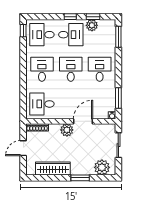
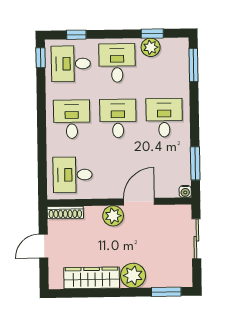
window: (70, 17) -> (76, 35), moved
desk: (71, 35) -> (117, 63), turned -90
plant: (102, 167) -> (133, 276), moved
window: (80, 178) -> (166, 292), moved

